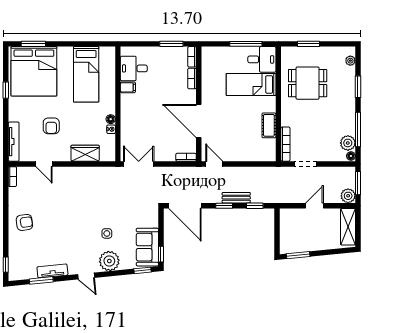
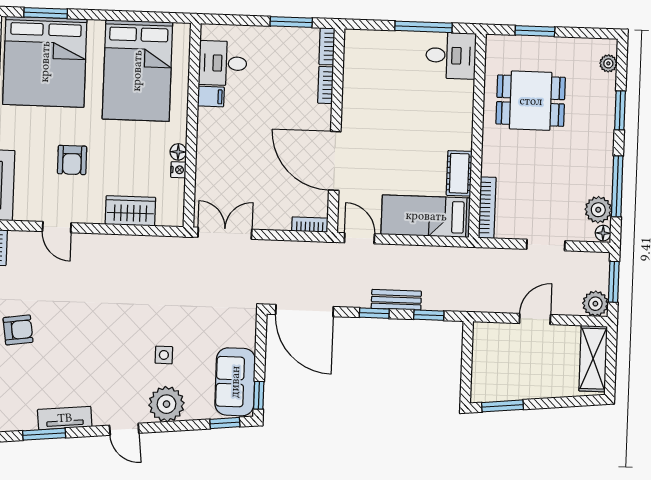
bed: (86, 74) -> (137, 71), width x1.50
bed: (251, 84) -> (426, 216), moved
doorway: (306, 164) -> (546, 245), moved

